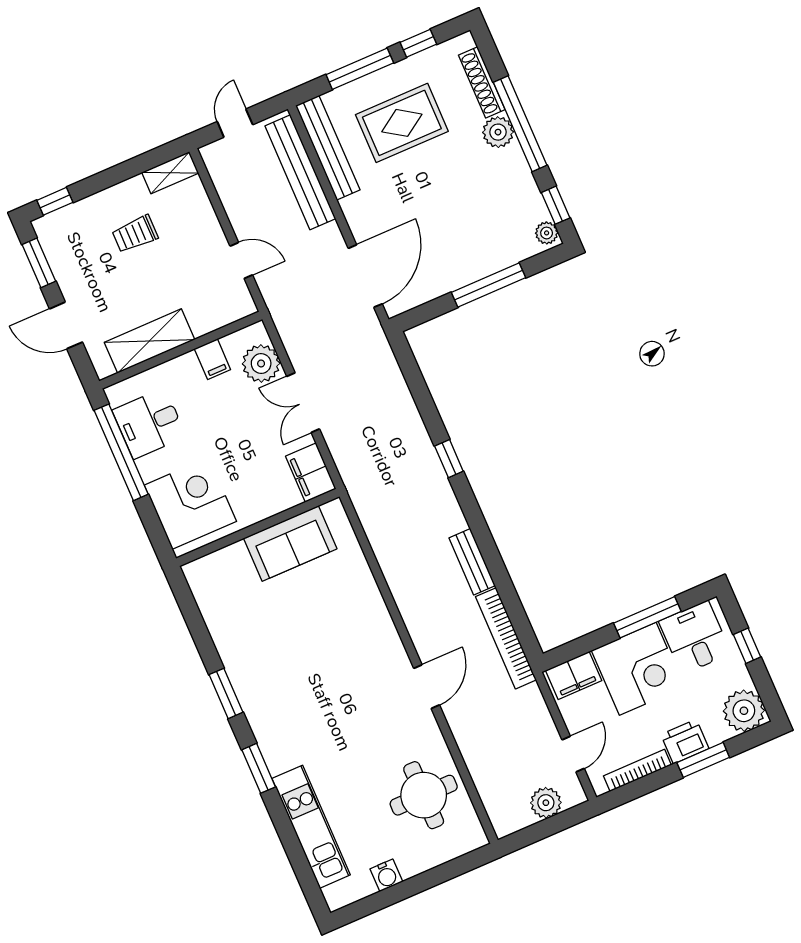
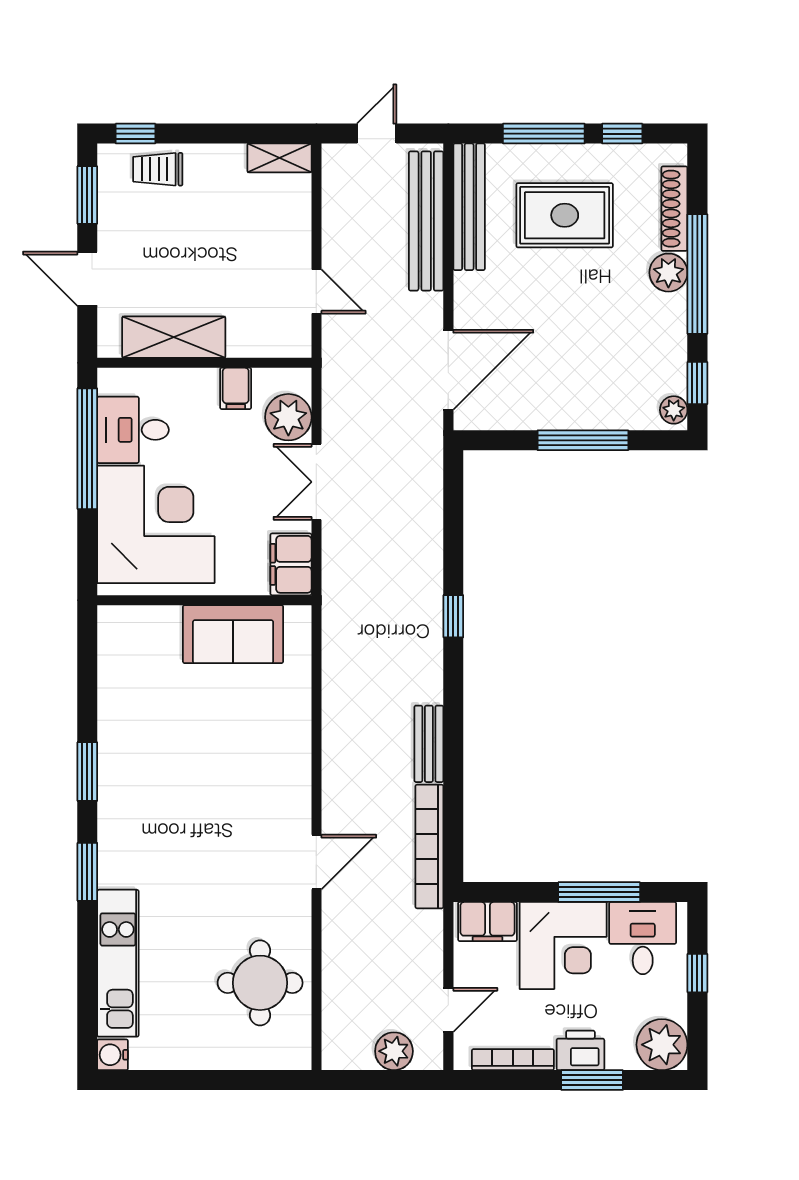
trolley: (135, 234) -> (158, 169), moved
corner desk: (190, 503) -> (156, 524), width x1.36, depth x1.36
water cooler: (386, 875) -> (113, 1055), moved, turned 90

